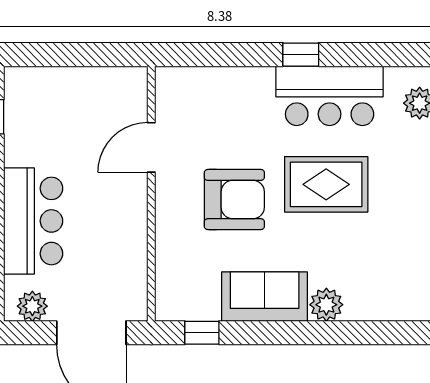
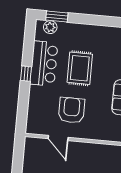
armchair: (234, 200) -> (72, 110), moved

